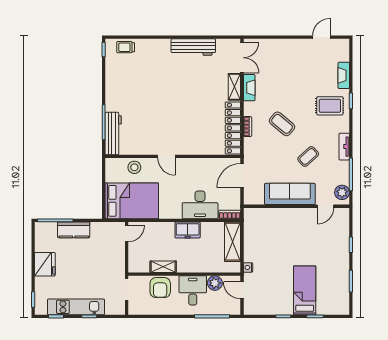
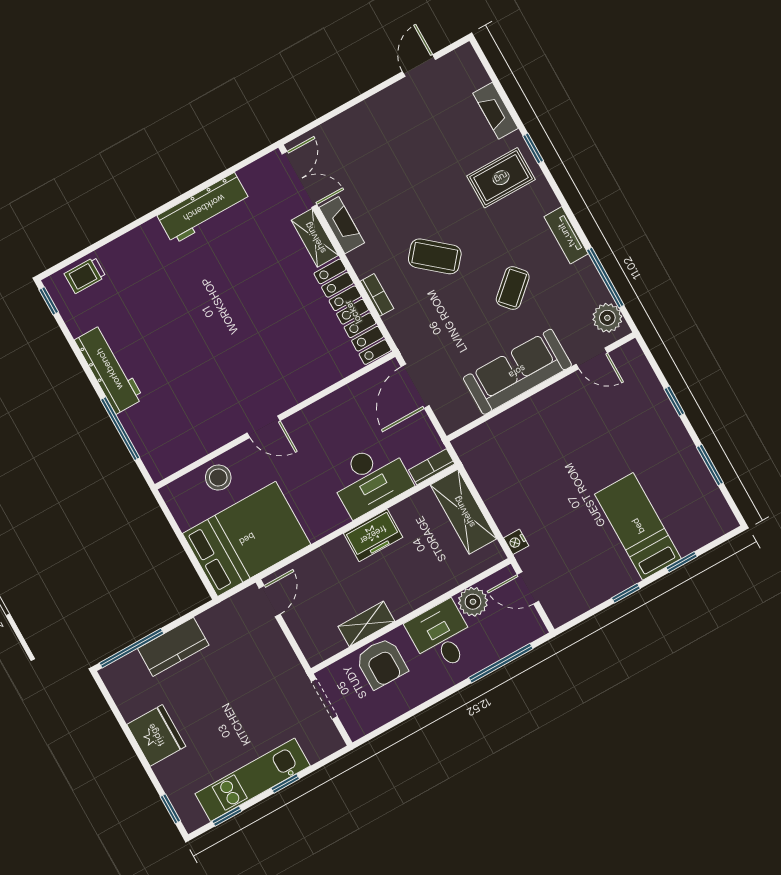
workbench: (113, 133) -> (109, 369), moved
door: (325, 206) -> (592, 358), hinge flipped

